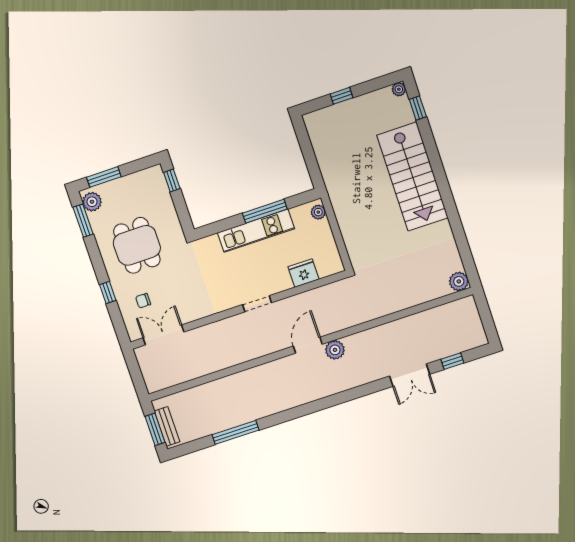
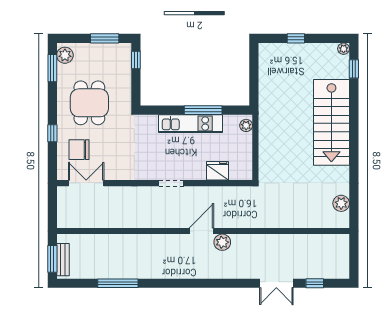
window: (104, 177) -> (105, 38), moved
plant: (459, 281) -> (341, 203), moved
chair: (143, 301) -> (79, 150), width x1.87, depth x1.87

